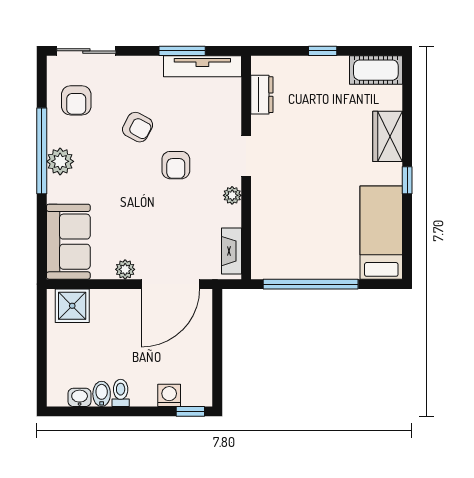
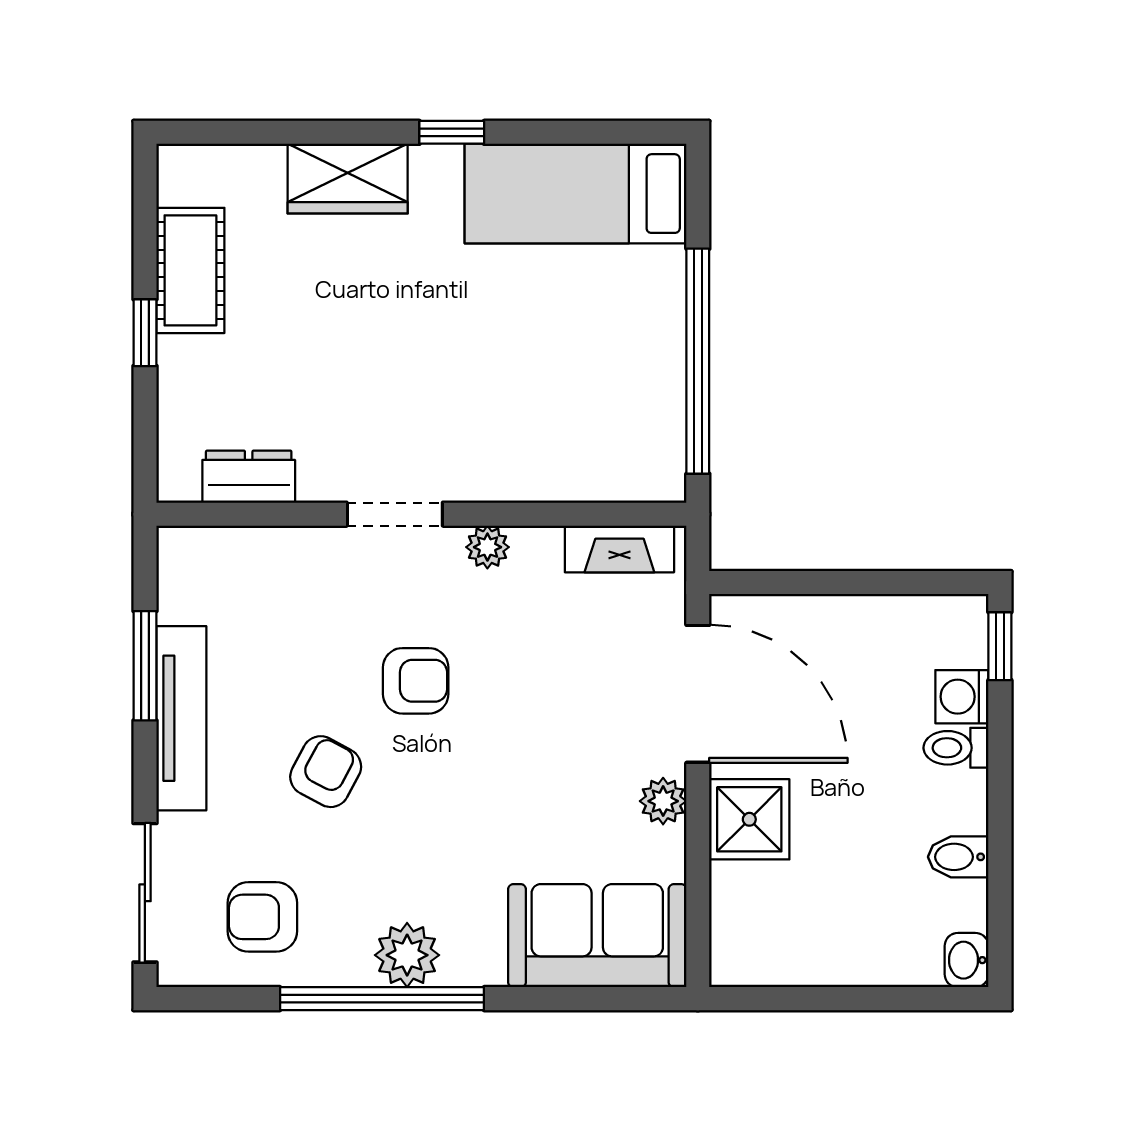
tv unit: (202, 66) -> (181, 718), moved
cot: (376, 70) -> (190, 270), moved
armchair: (76, 100) -> (262, 917), turned 180
shower: (72, 306) -> (749, 819), moved
toilet: (121, 393) -> (956, 748), moved
washbasin: (80, 397) -> (967, 960), moved

